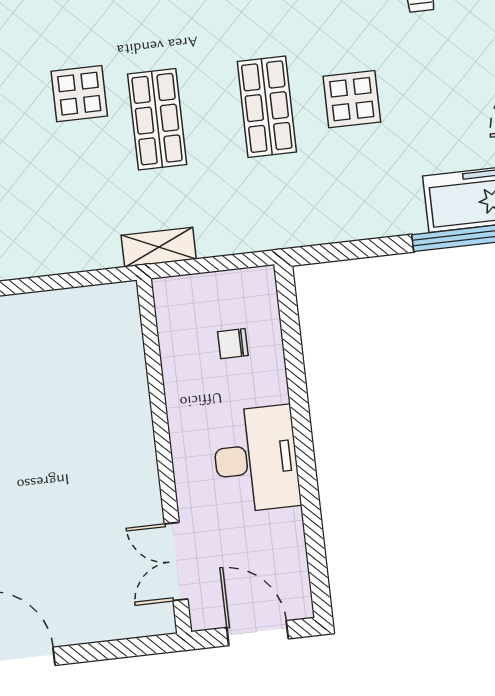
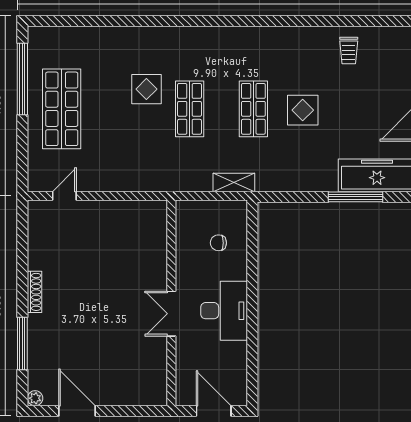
shelving: (159, 247) -> (234, 183), moved
double door: (176, 562) -> (171, 314), moved

